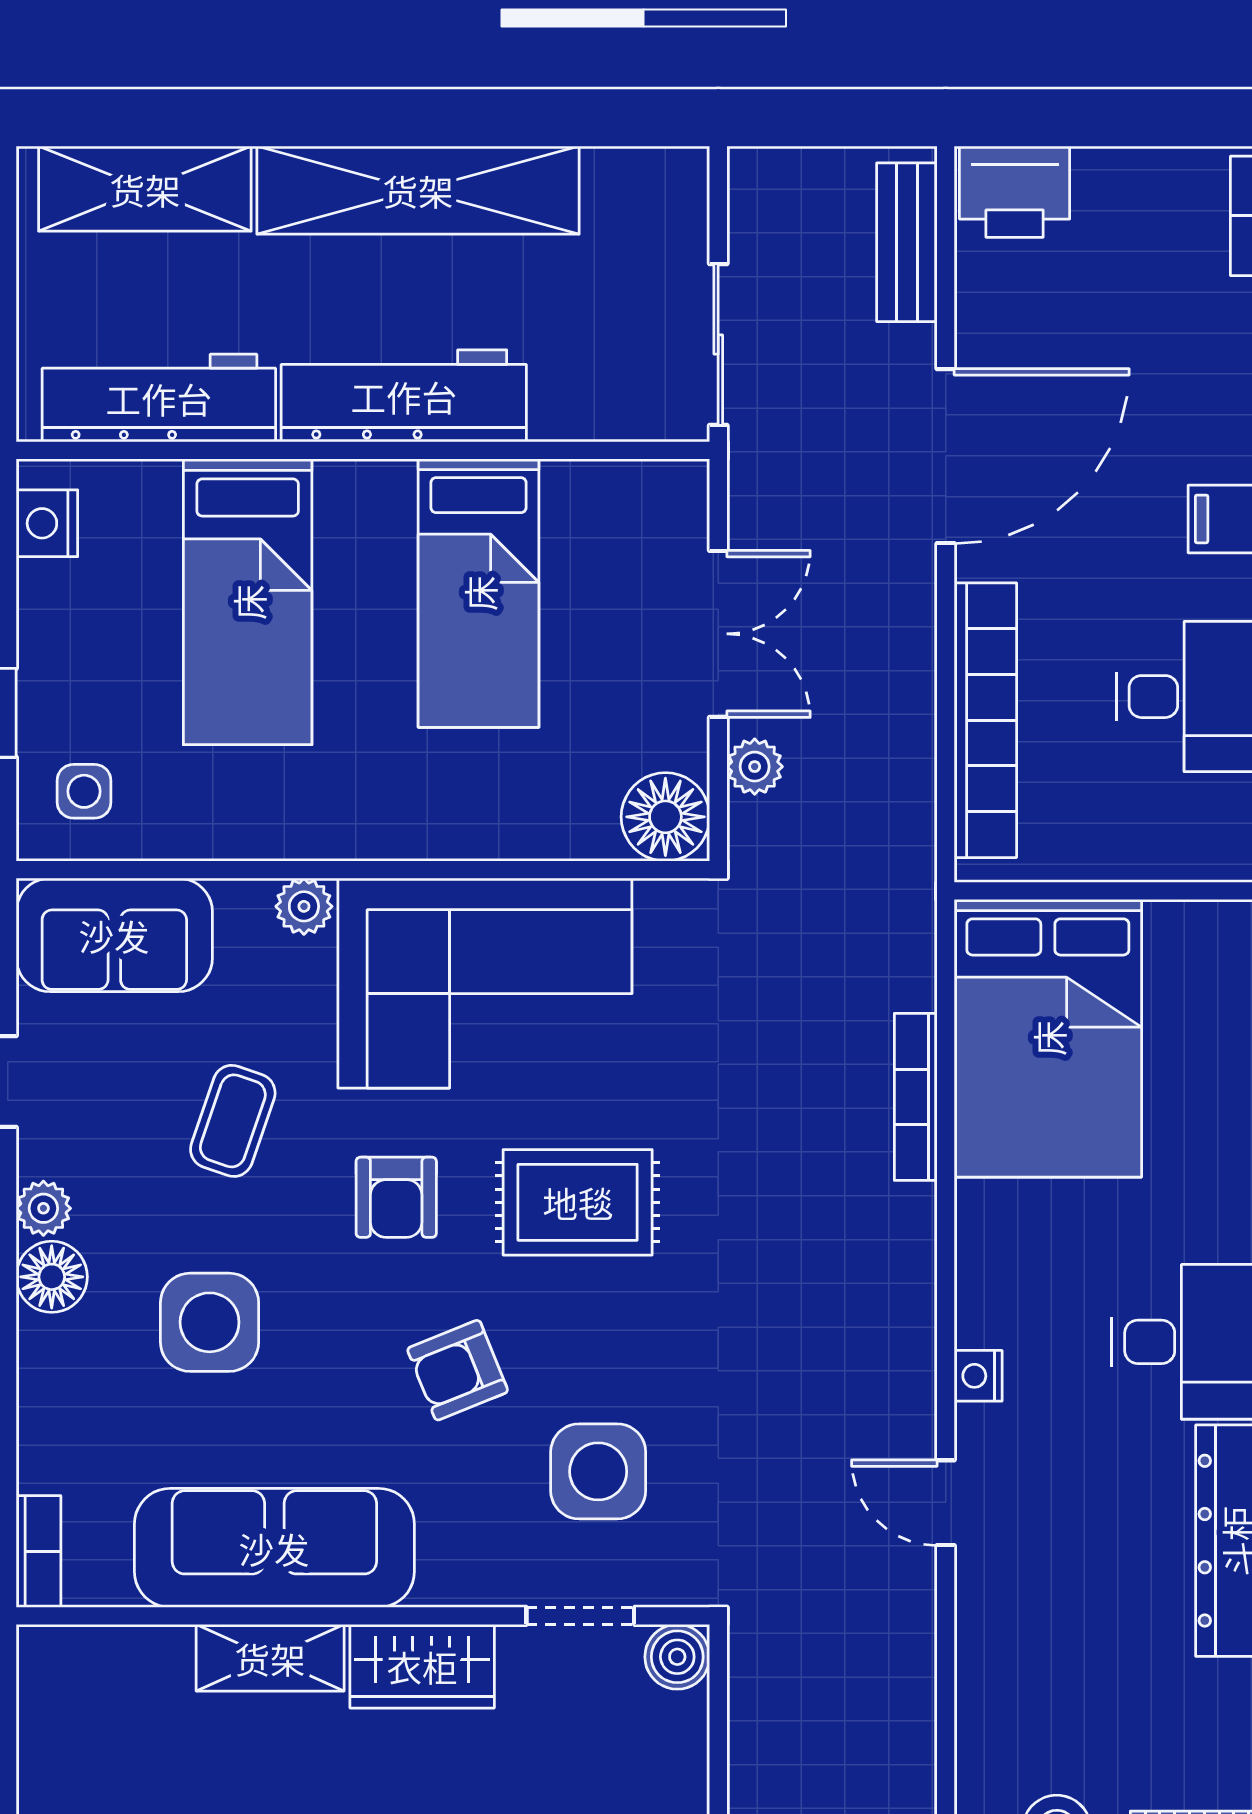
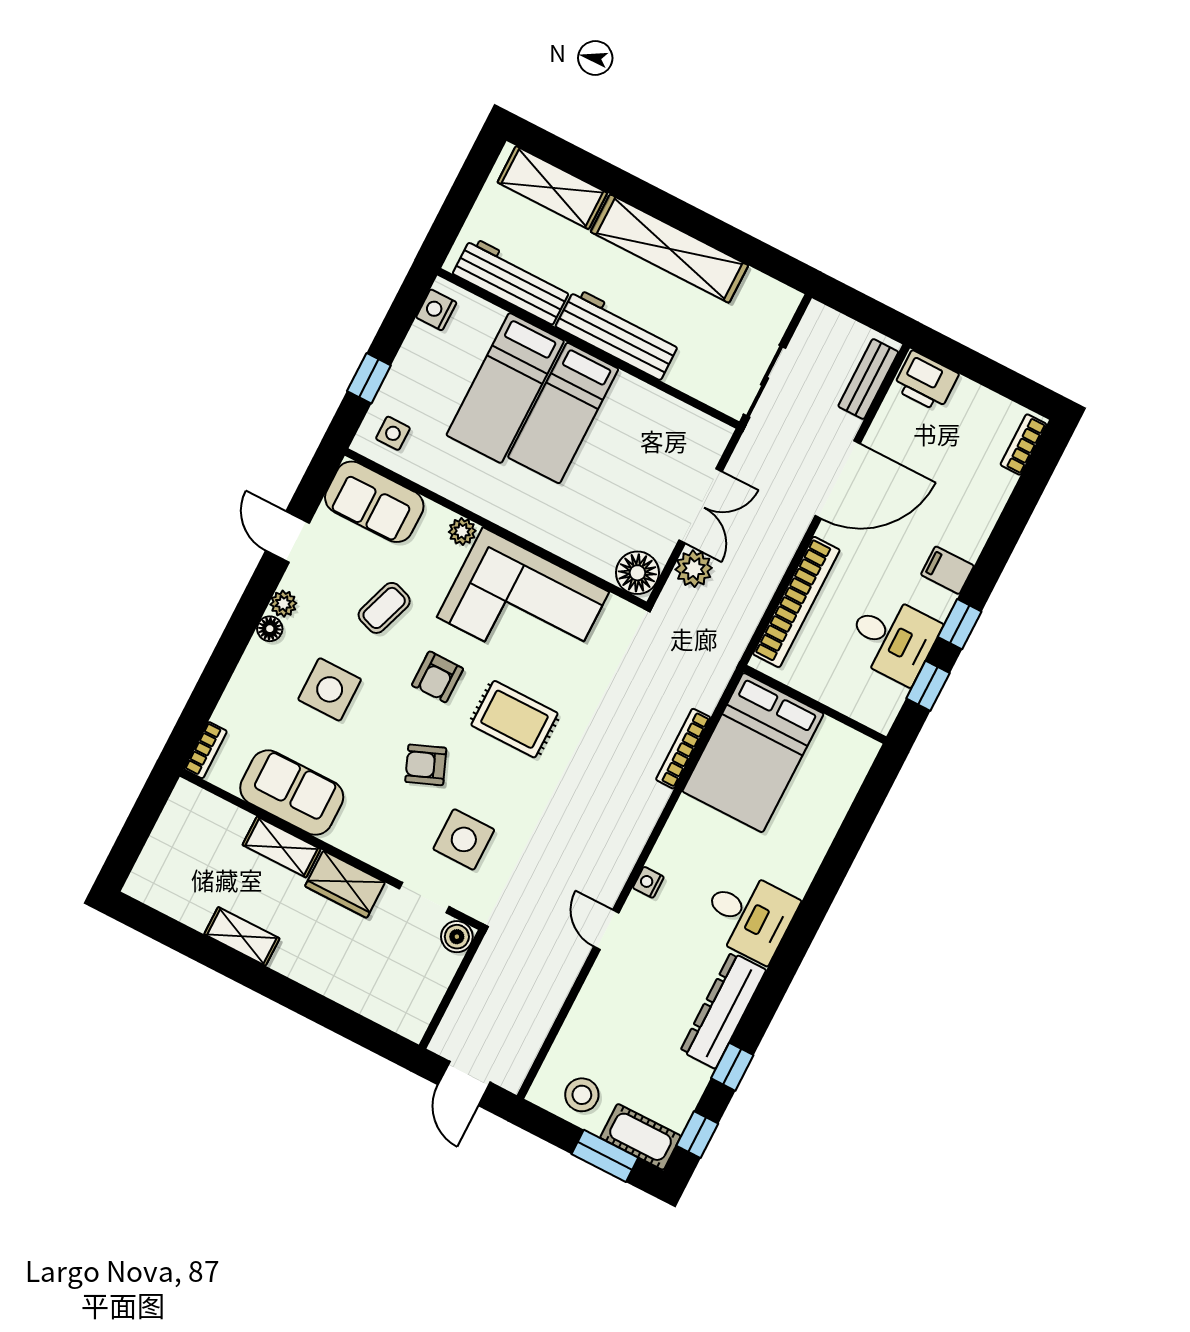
bed: (479, 593) -> (563, 413), moved
plant: (755, 767) -> (694, 569), width x1.38, depth x1.38
floor lamp: (52, 1277) -> (270, 629), width x0.73, depth x0.73
sofa: (274, 1548) -> (292, 793), width x0.73

